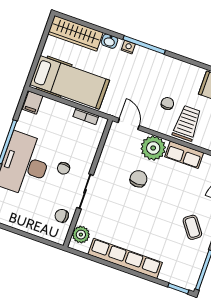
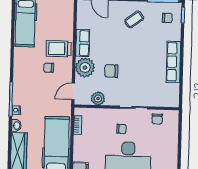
plant: (81, 235) -> (98, 98), moved
row of seats: (125, 258) -> (173, 62), width x0.73
chair: (181, 268) -> (167, 18), added

